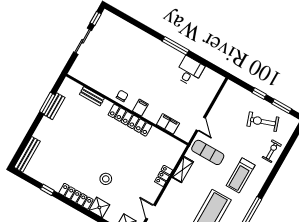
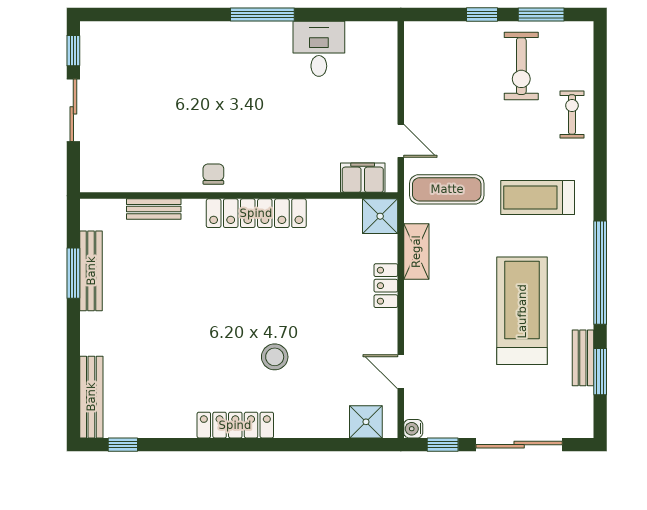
bench: (54, 106) -> (91, 271), width x1.36
filing cabinet: (140, 108) -> (263, 177), removed
exercise bike: (263, 122) -> (521, 66), turned -71
filing cabinet: (168, 124) -> (363, 178), moved
treadmill: (241, 175) -> (538, 198), turned 90
window: (47, 190) -> (123, 445), moved
shower: (99, 207) -> (380, 216), moved

